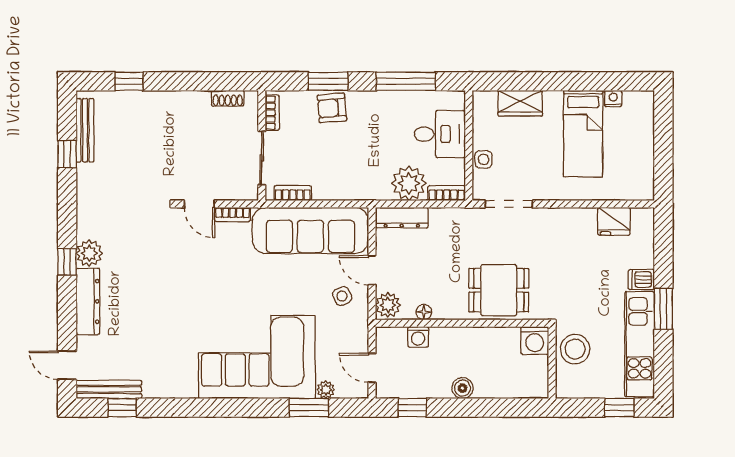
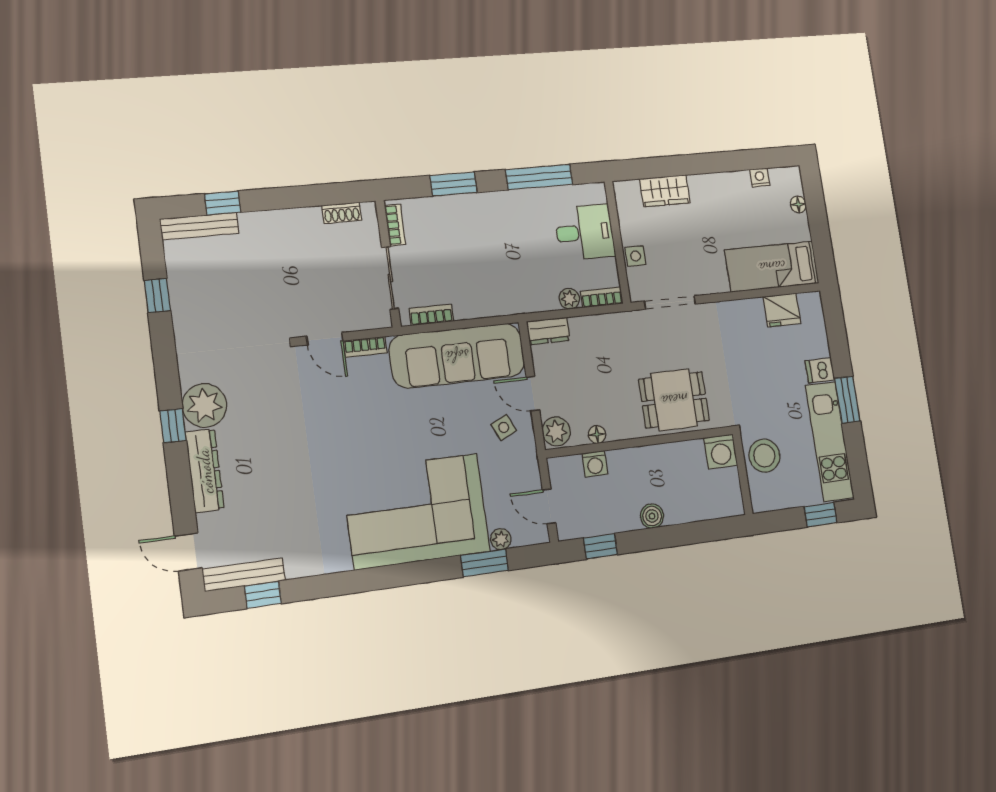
armchair: (332, 108) -> (462, 214), removed
floor lamp: (647, 126) -> (798, 204), added
bench: (85, 130) -> (199, 226), moved, turned 90
bed: (583, 134) -> (772, 267), moved, turned 90
plant: (409, 183) -> (569, 299), width x0.53, depth x0.53
dresser: (402, 218) -> (548, 331), width x0.70
plant: (89, 253) -> (204, 405), width x1.36, depth x1.36

